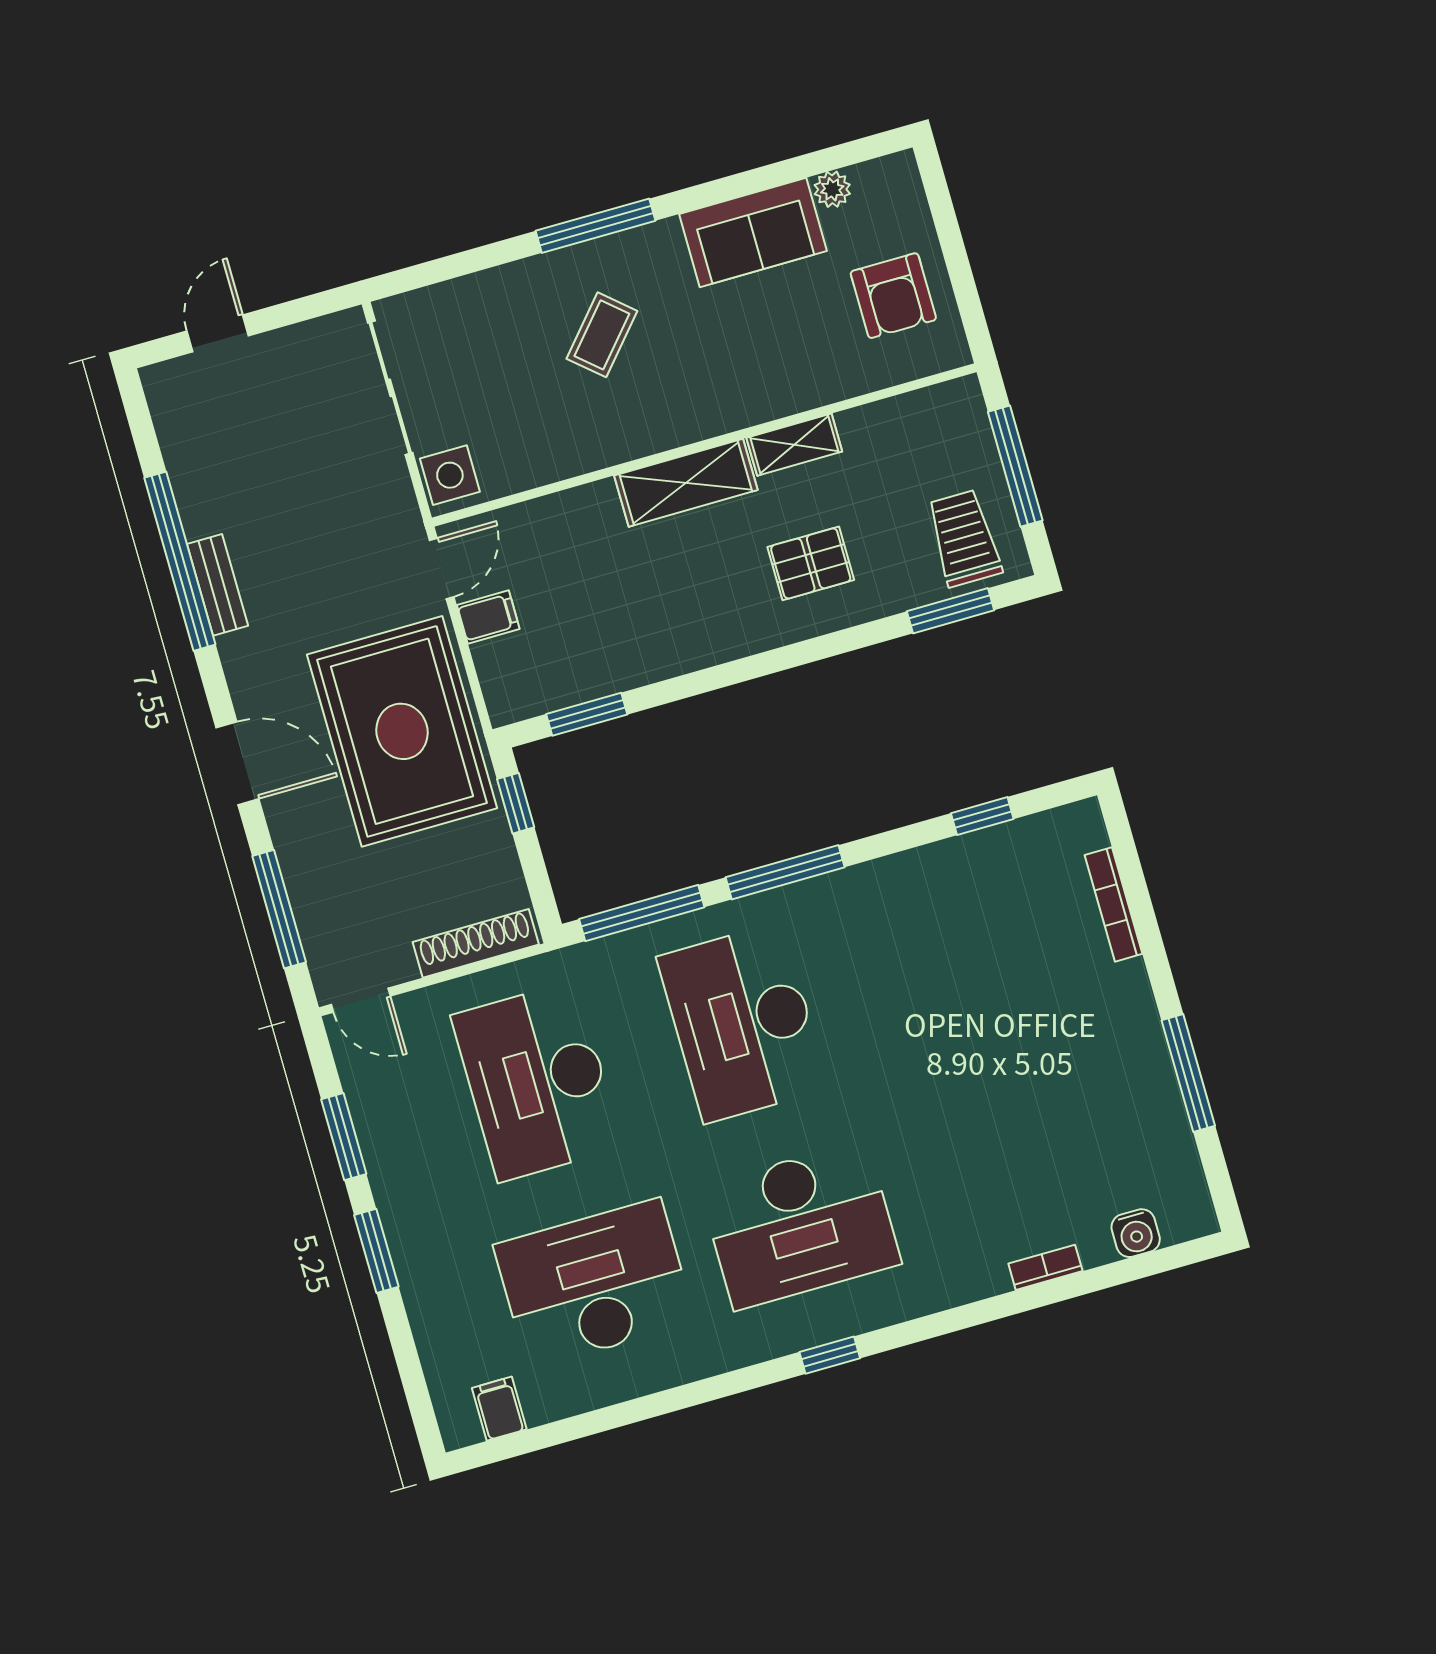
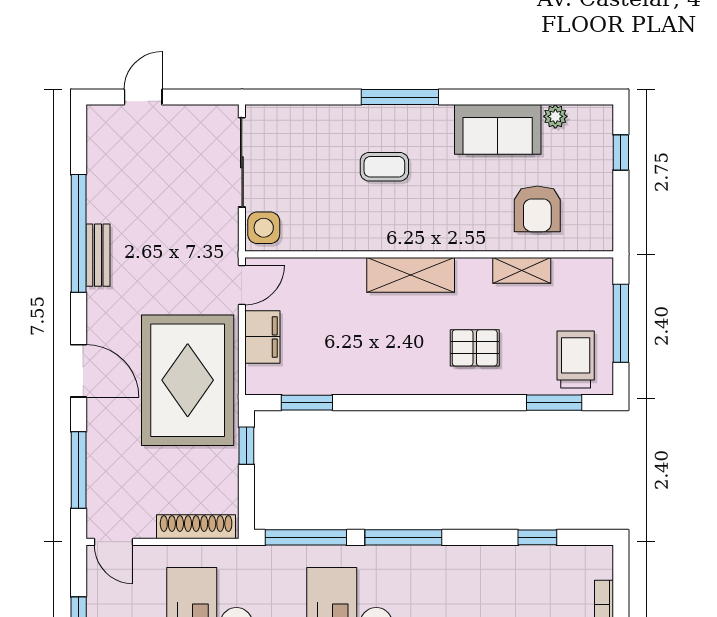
window: (944, 215) -> (621, 152), added
armchair: (893, 296) -> (537, 209), moved
coffee table: (602, 335) -> (384, 167), turned 49
shelving: (794, 445) -> (522, 270), moved
filing cabinet: (488, 617) -> (262, 337), width x2.00

